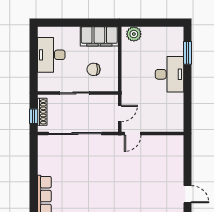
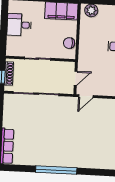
desk: (51, 55) -> (19, 25), width x0.73
chair: (93, 69) -> (69, 43), moved

